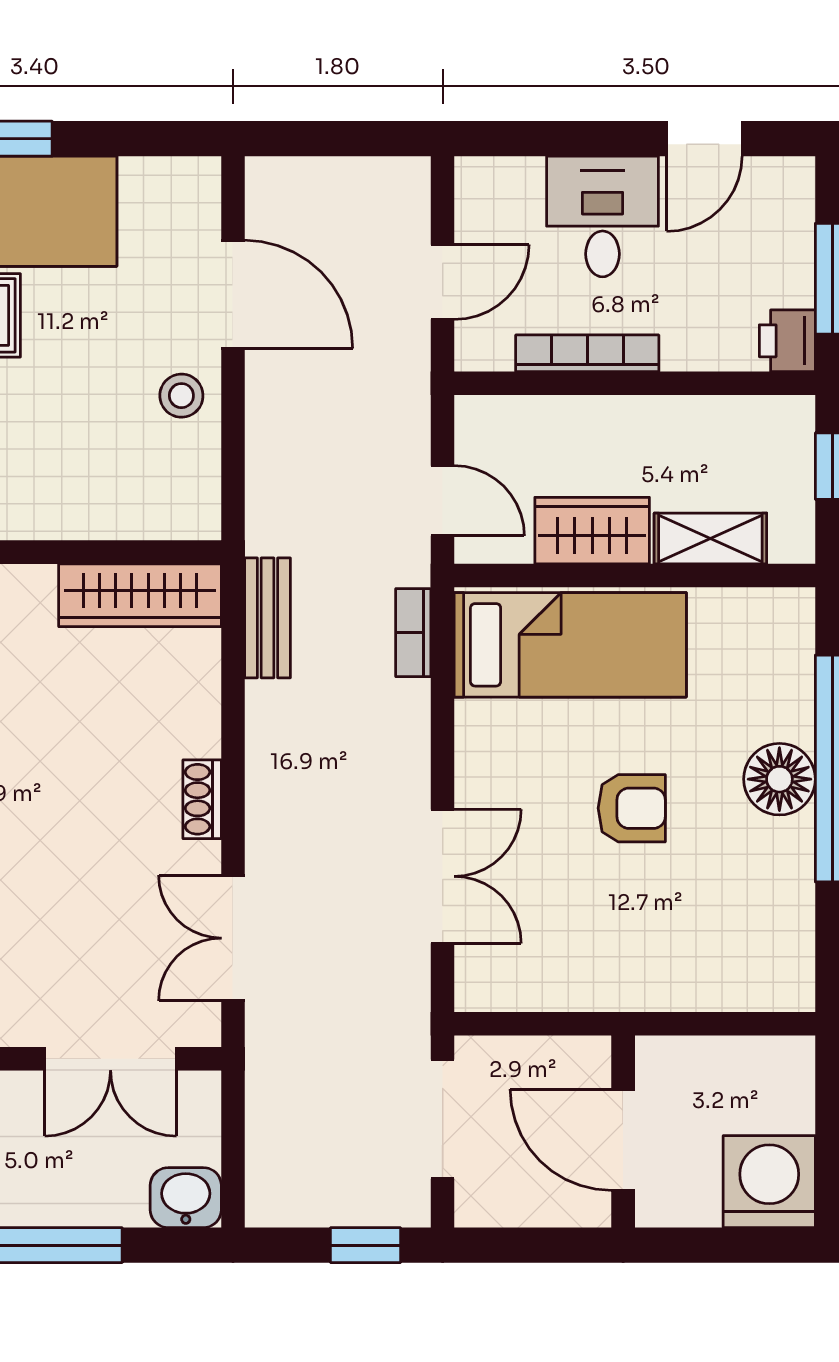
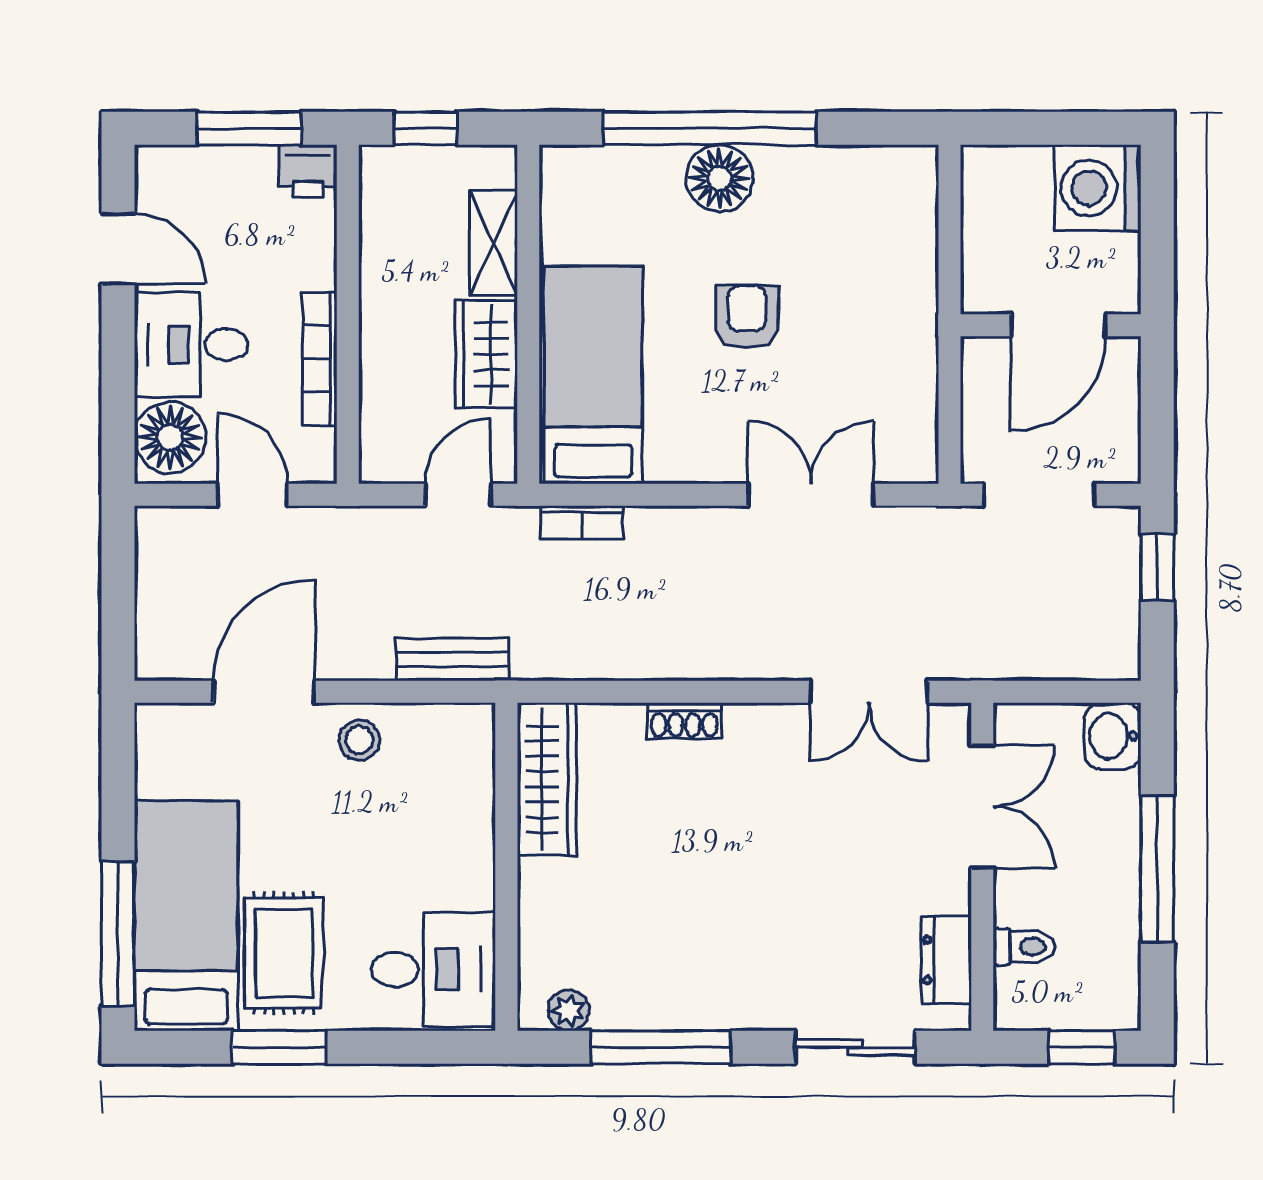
floor lamp: (504, 194) -> (170, 437), added
bench: (267, 618) -> (452, 659), moved
shoe rack: (202, 799) -> (684, 721), moved

